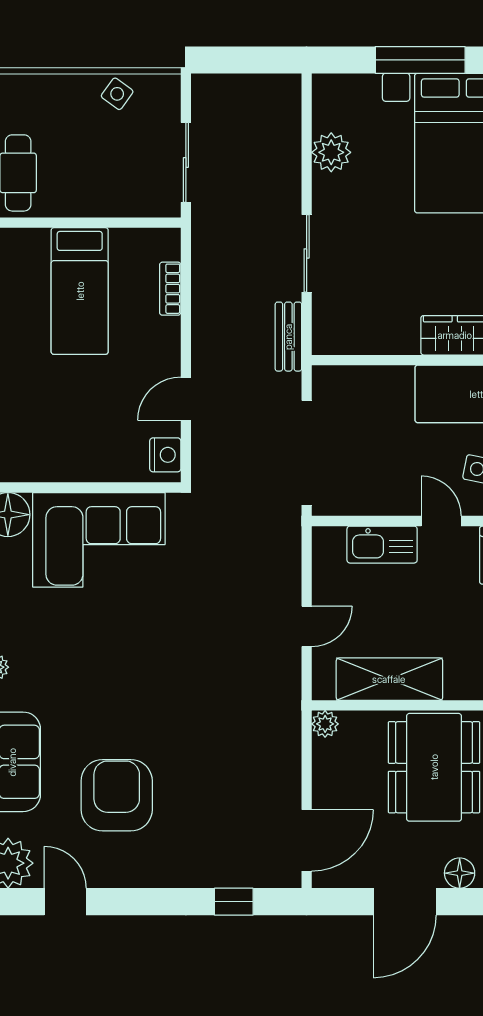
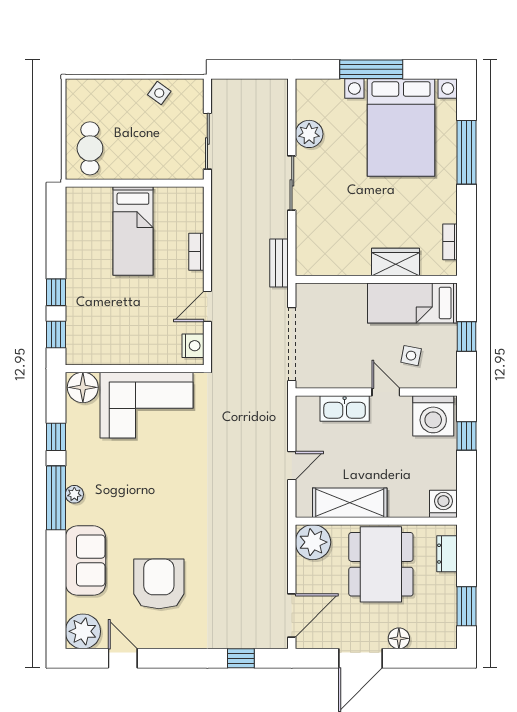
sliding door: (307, 253) -> (292, 183), moved
bookcase: (170, 289) -> (196, 252), moved
plant: (325, 724) -> (313, 542), width x1.87, depth x1.87

